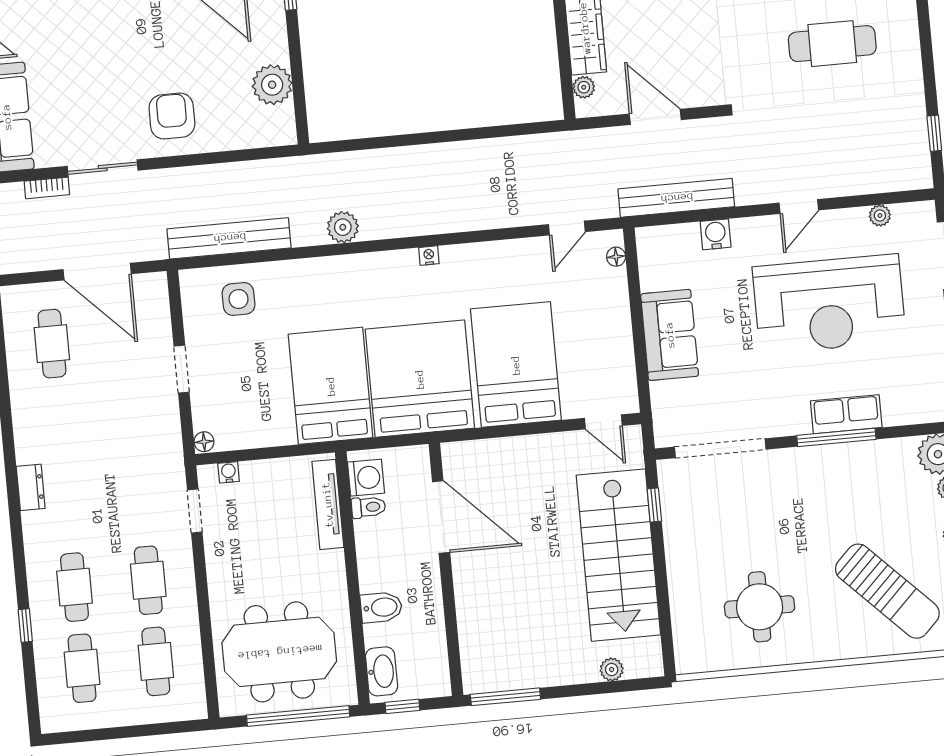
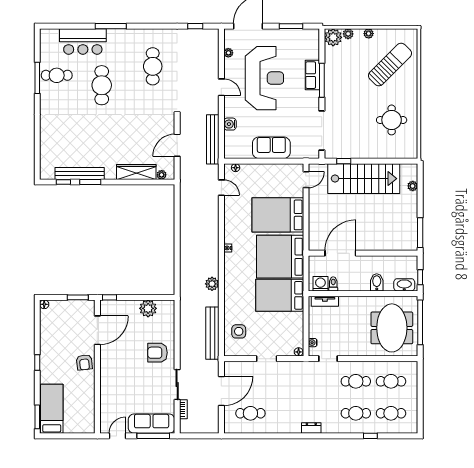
tv unit: (328, 504) -> (325, 301), width x0.71

